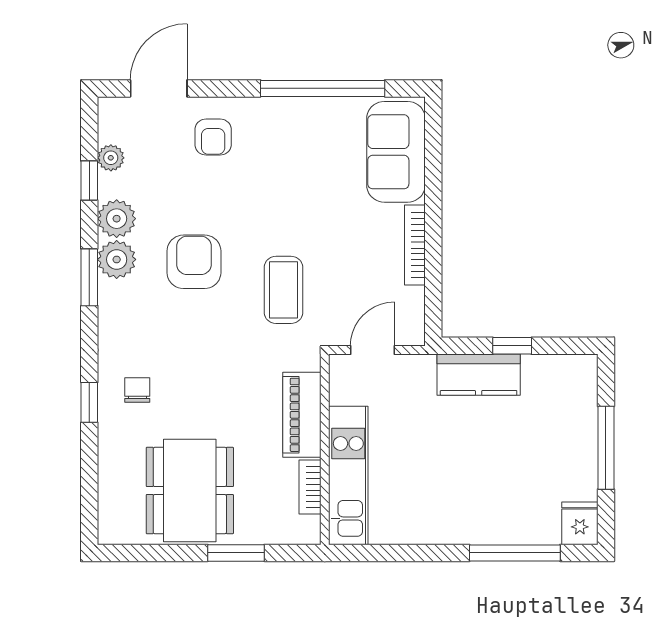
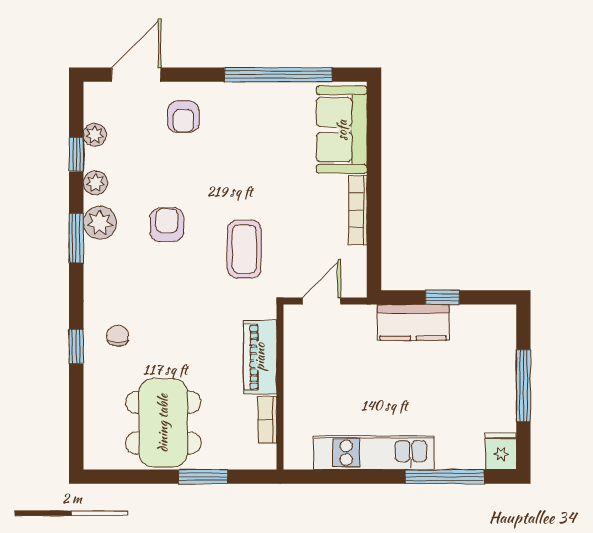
plant: (117, 219) -> (95, 183), width x0.73, depth x0.73
armchair: (194, 262) -> (167, 225), width x0.72, depth x0.72
kitchen unit: (348, 475) -> (374, 453), moved, turned -90

